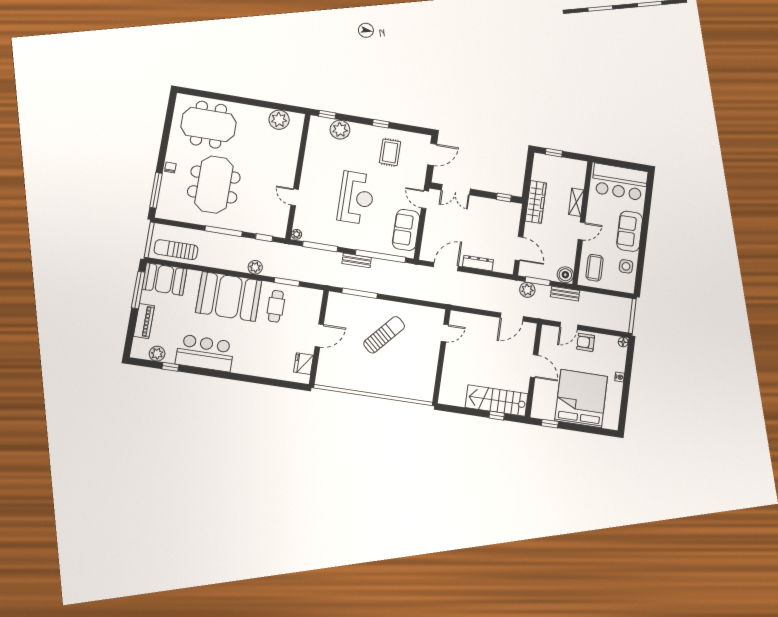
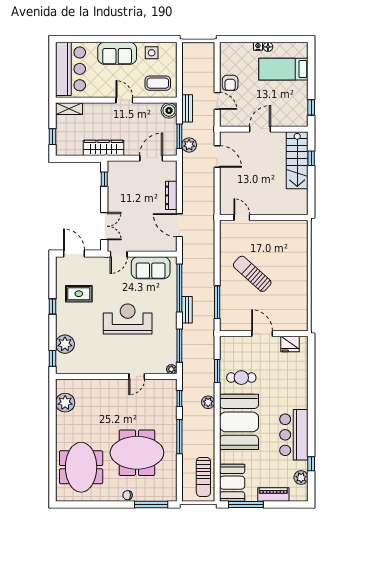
shelving: (576, 202) -> (69, 109), moved
floor lamp: (623, 342) -> (268, 47), moved
bed: (581, 398) -> (283, 69), width x0.49

